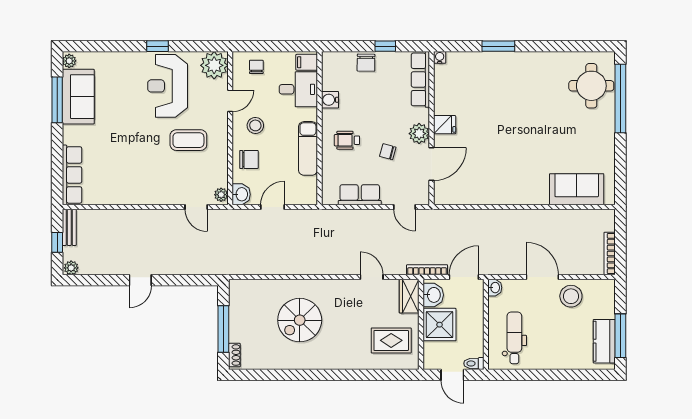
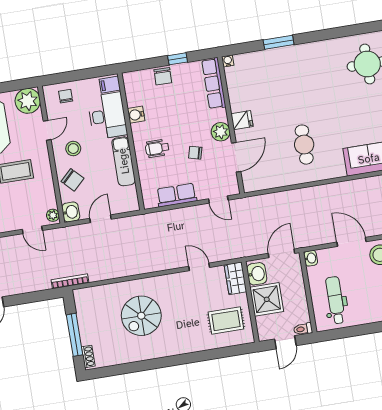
desk: (298, 89) -> (107, 116), width x1.37
chair: (249, 159) -> (72, 180), turned 46
cafe table: (508, 162) -> (304, 145), added
bookcase: (427, 270) -> (70, 281), moved
door: (452, 375) -> (285, 342), hinge flipped

